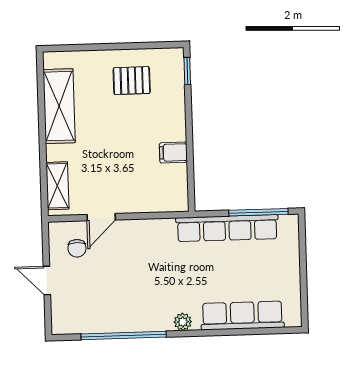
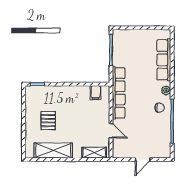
pallet: (132, 81) -> (48, 121), moved
filing cabinet: (173, 152) -> (96, 93), moved
row of seats: (227, 228) -> (119, 93), moved
chair: (77, 248) -> (160, 108), moved

